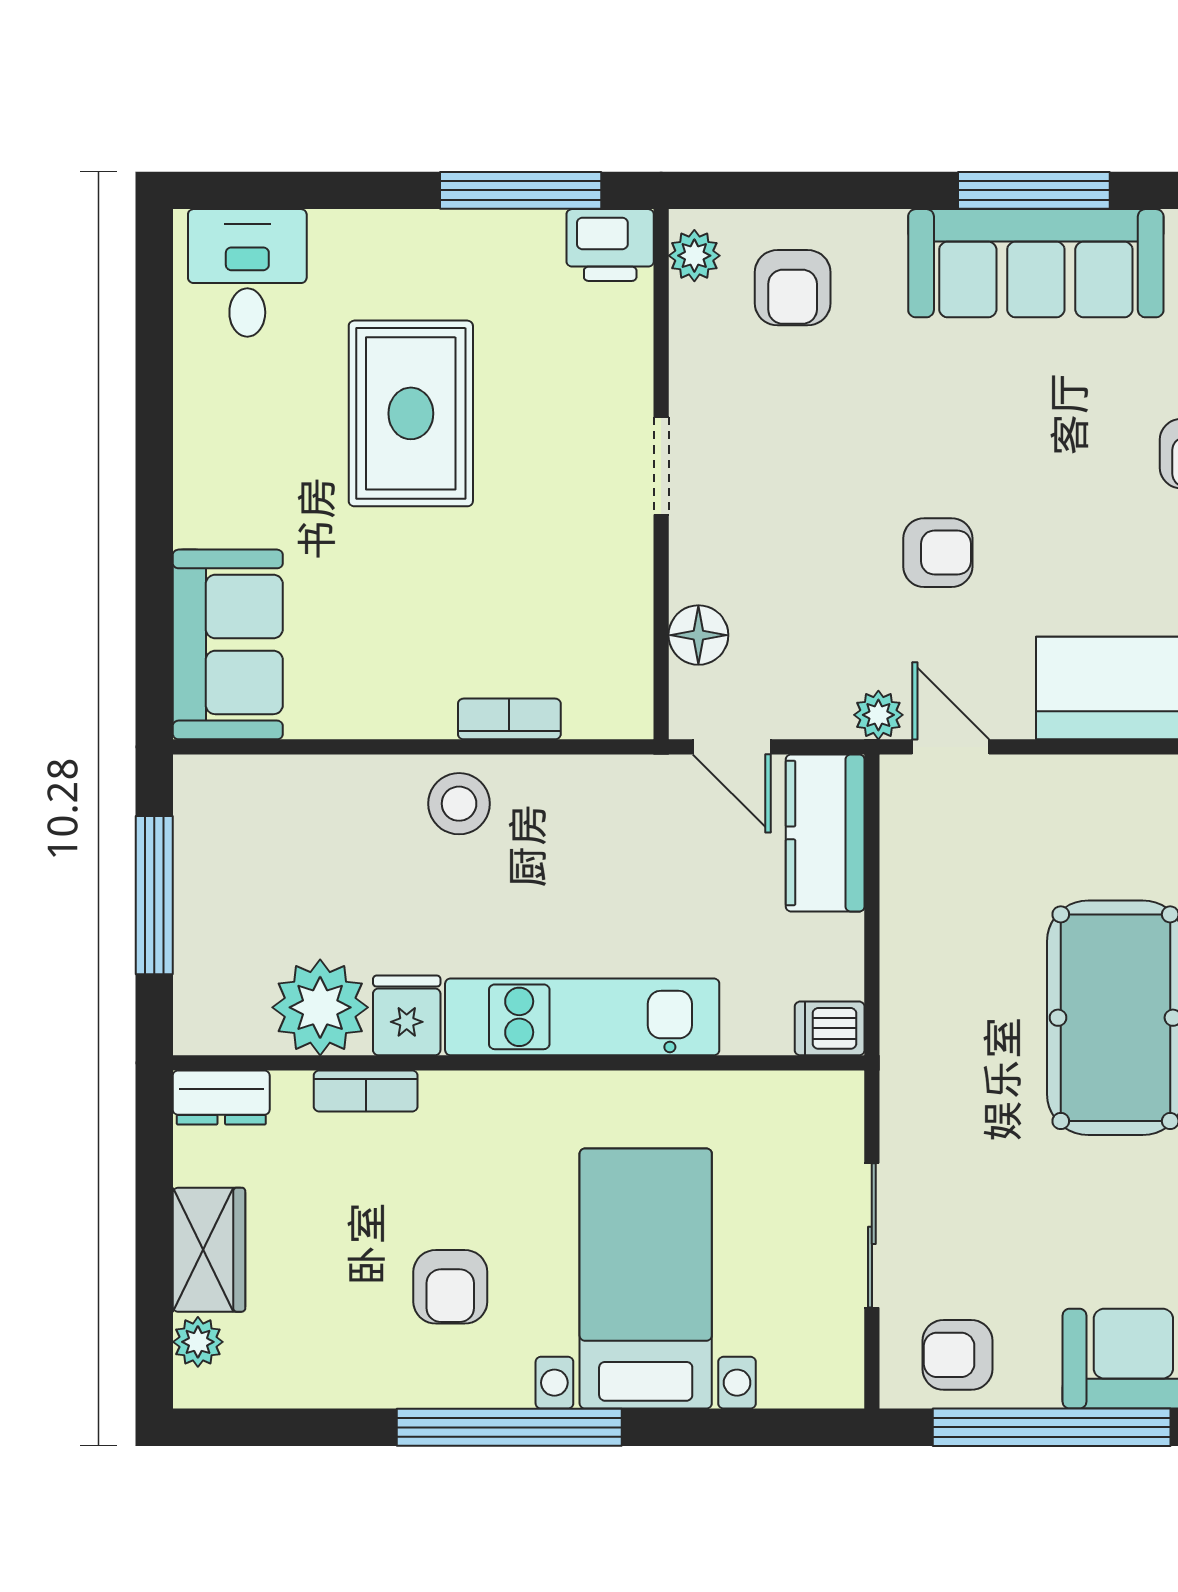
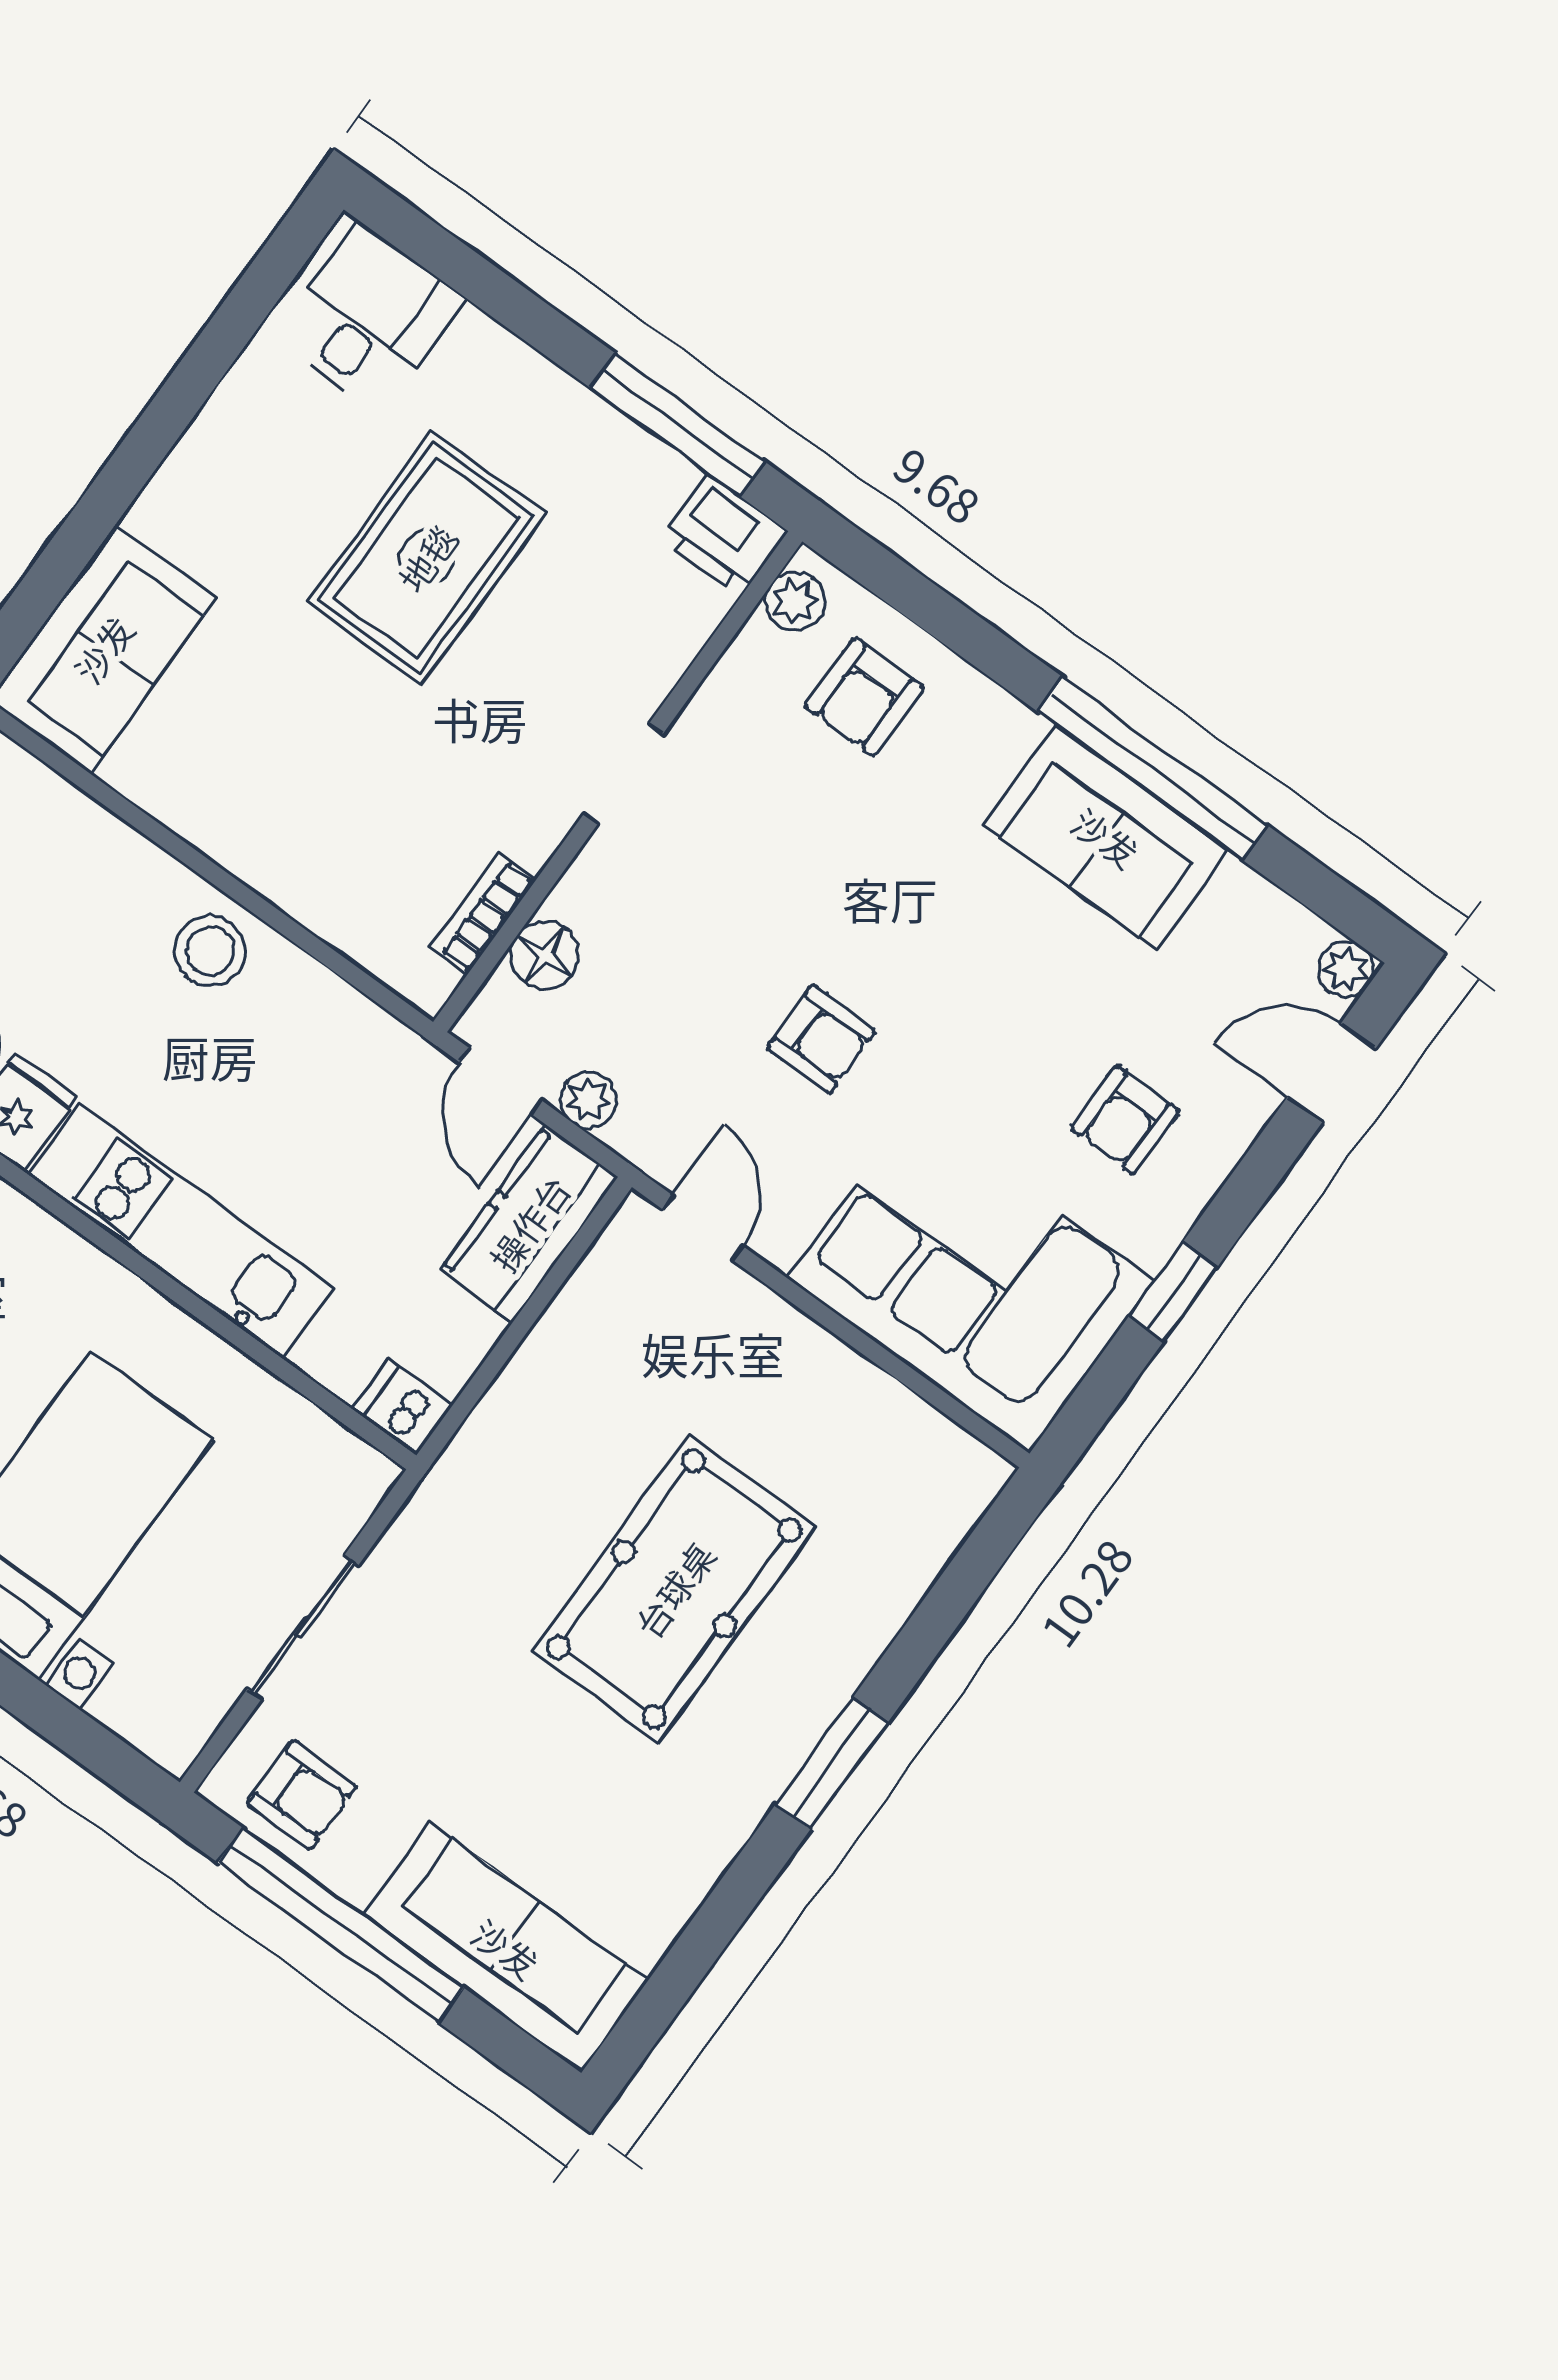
window: (1034, 190) -> (1153, 769), width x1.46
sofa: (1036, 263) -> (1106, 837), width x0.73
plant: (878, 715) -> (588, 1100), moved
bookcase: (509, 719) -> (483, 913), moved, turned -90
armchair: (957, 1355) -> (302, 1795), turned 180

